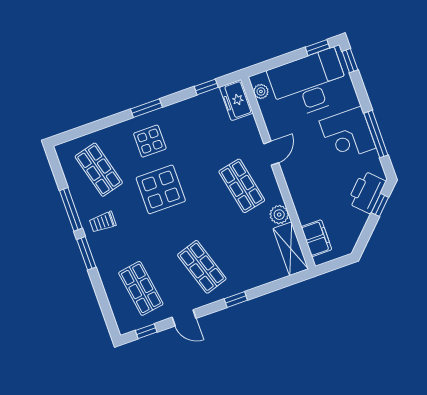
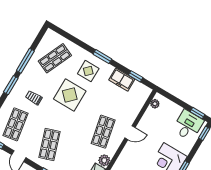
desk: (309, 84) -> (188, 125), width x0.53, depth x0.77
freezer: (236, 100) -> (122, 80), moved, turned -90
shop shelf: (99, 170) -> (55, 58), turned 39
trolley: (103, 222) -> (34, 98), moved

